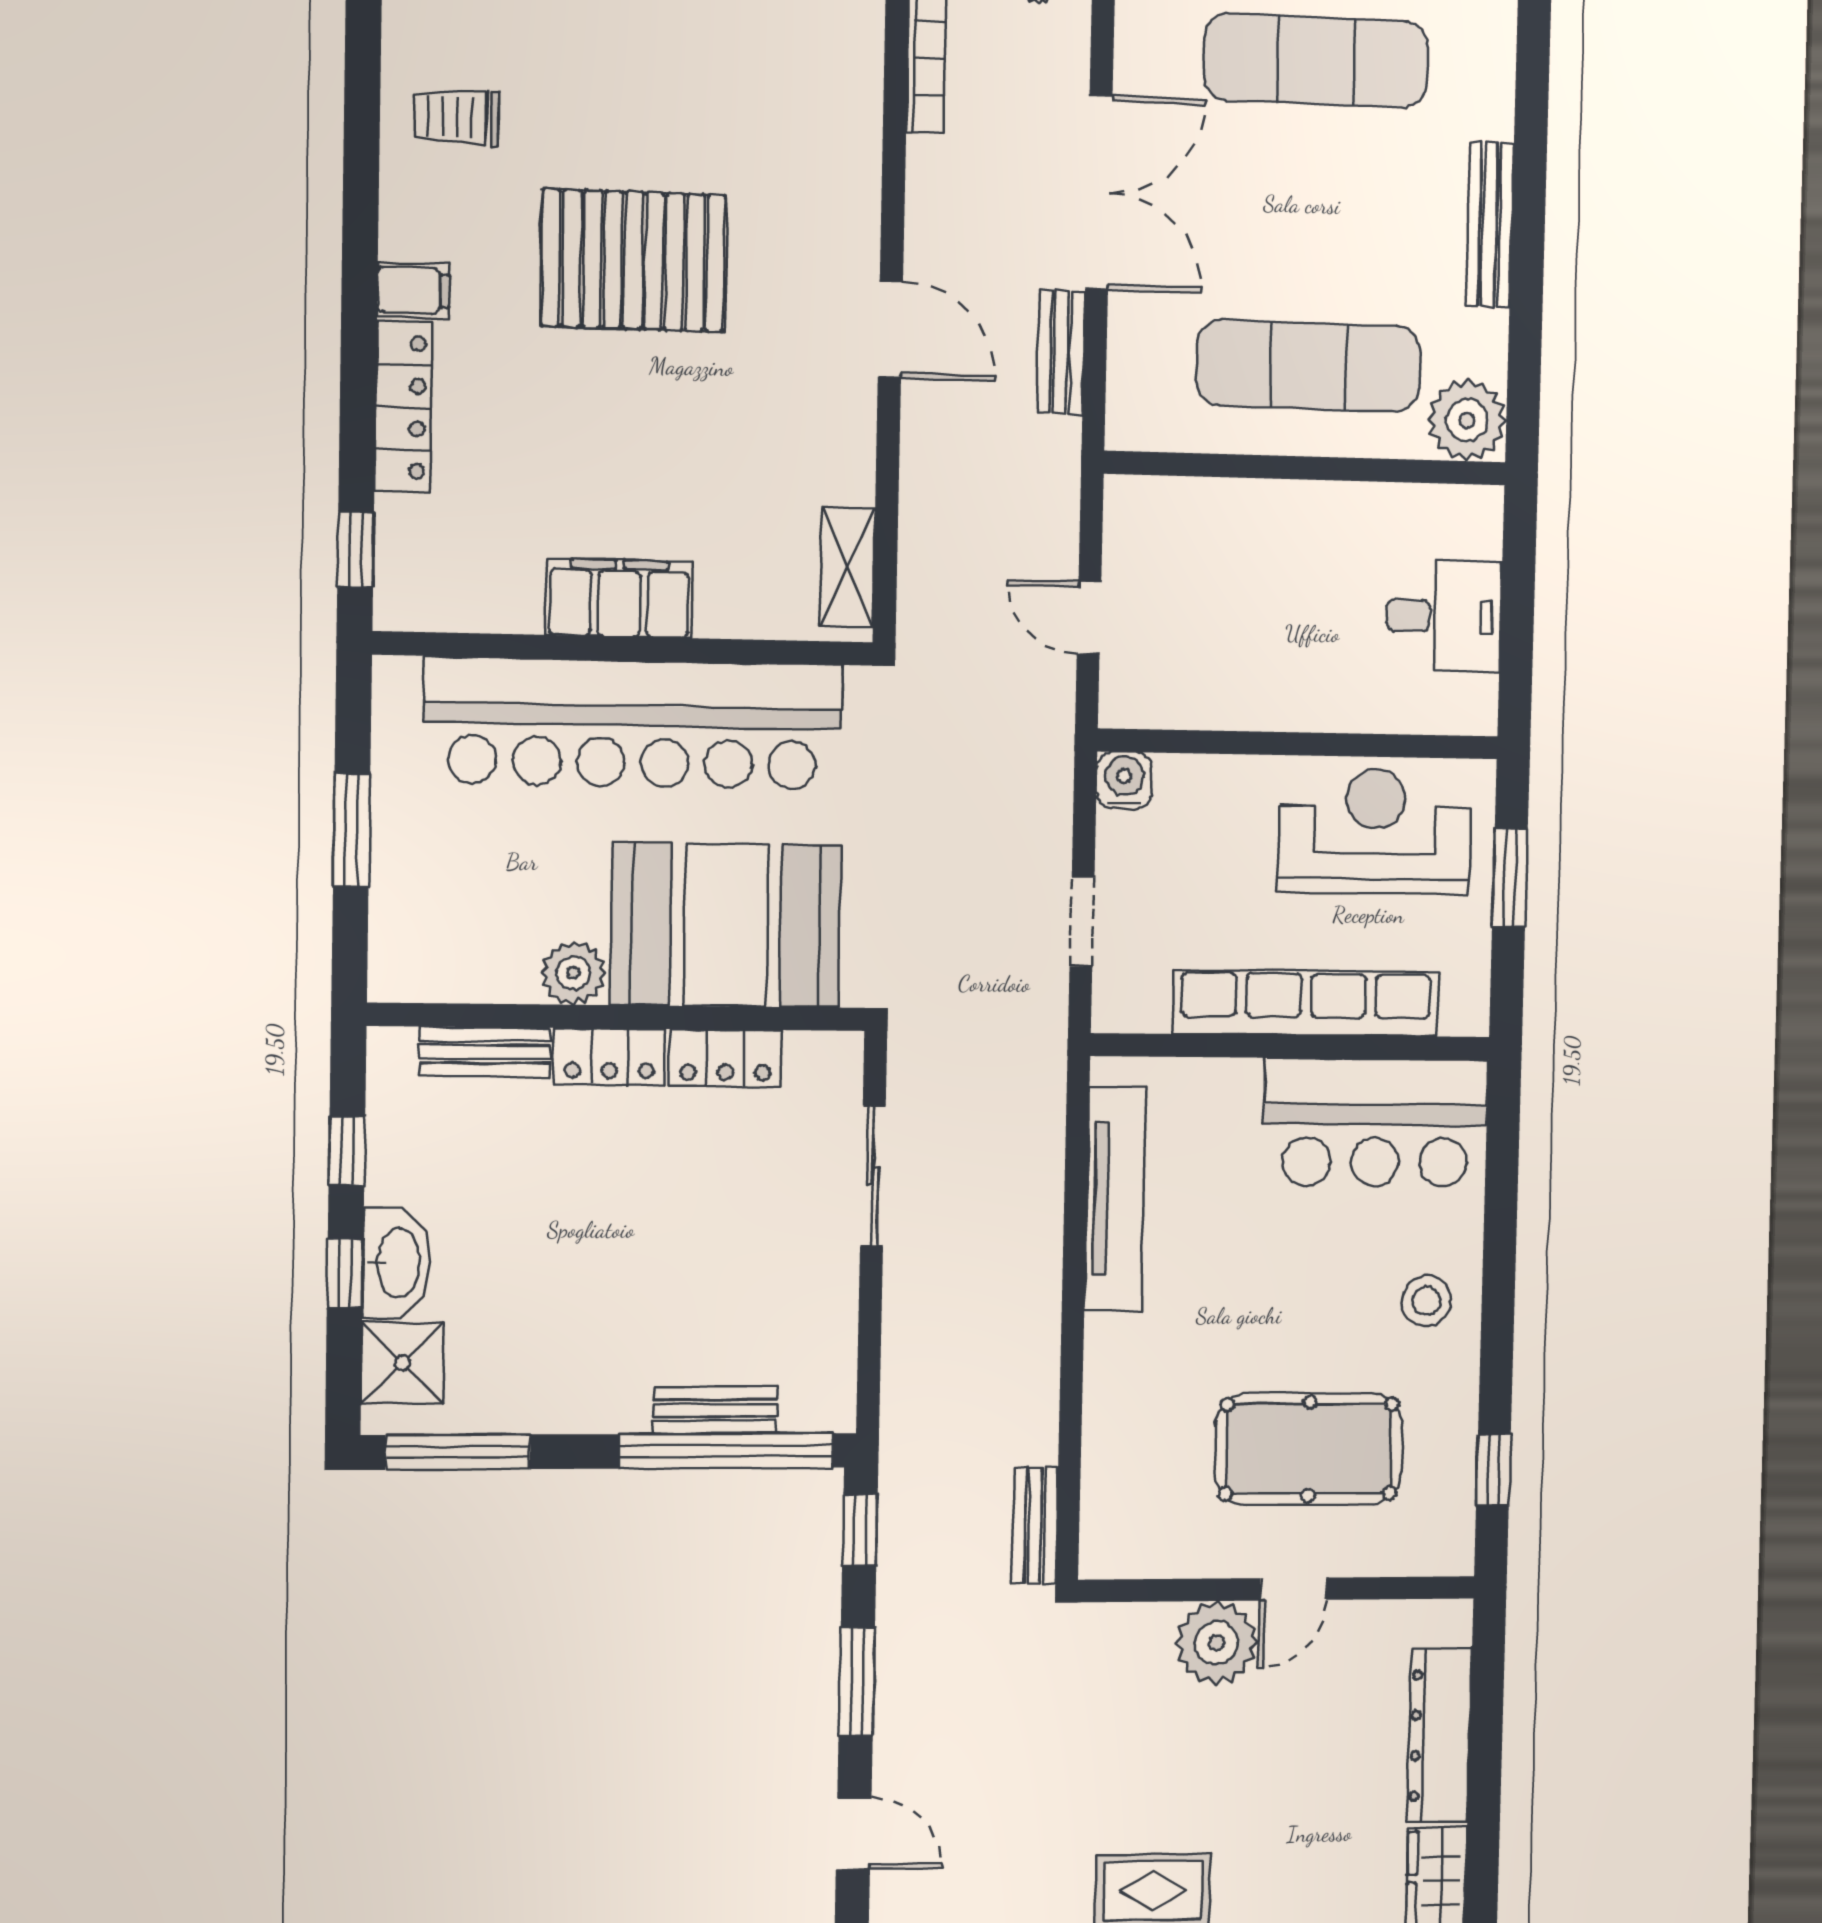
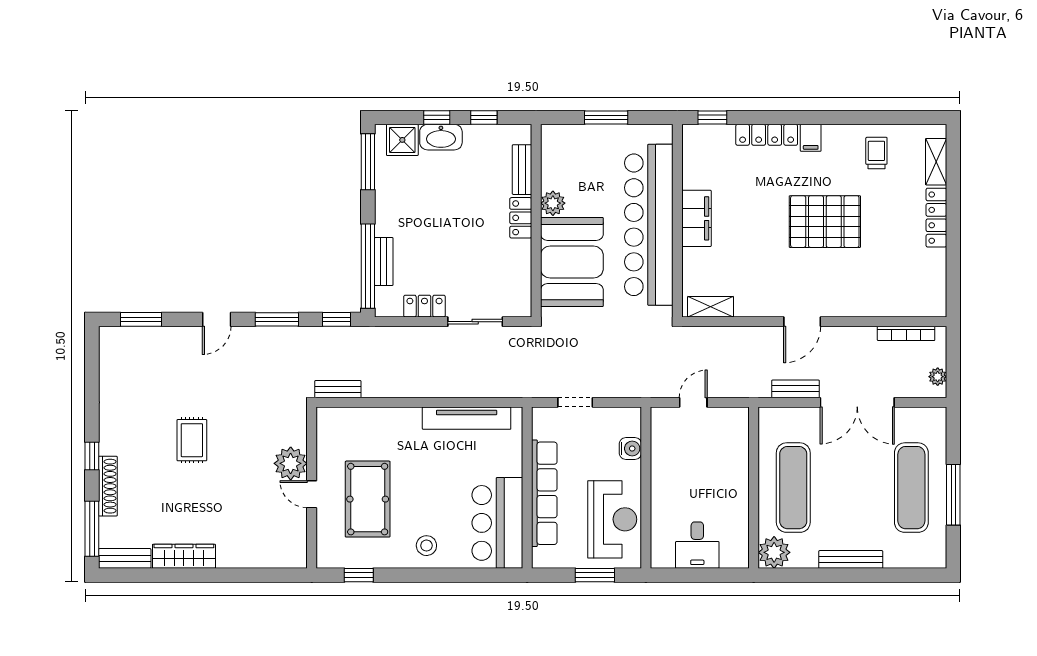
pallet: (633, 261) -> (825, 222), turned 90
water cooler: (1124, 780) -> (630, 449), moved
locker: (726, 1058) -> (424, 306), moved, turned 90
dresser: (1439, 1735) -> (252, 556), removed

